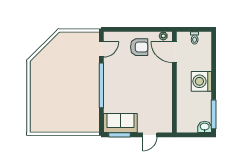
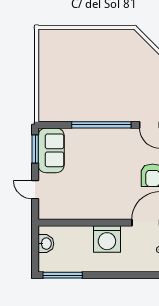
washing machine: (201, 81) -> (107, 239), moved, turned 180
washbasin: (205, 127) -> (46, 244), moved

